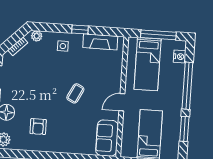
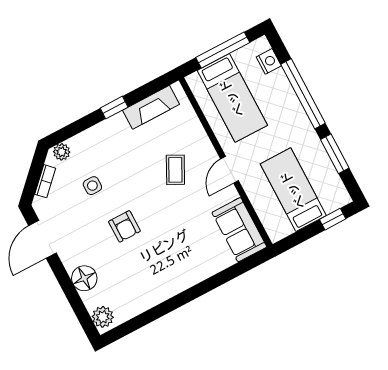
side table: (63, 46) -> (92, 186), moved
coffee table: (75, 93) -> (175, 170), moved
armchair: (38, 127) -> (124, 226), moved

